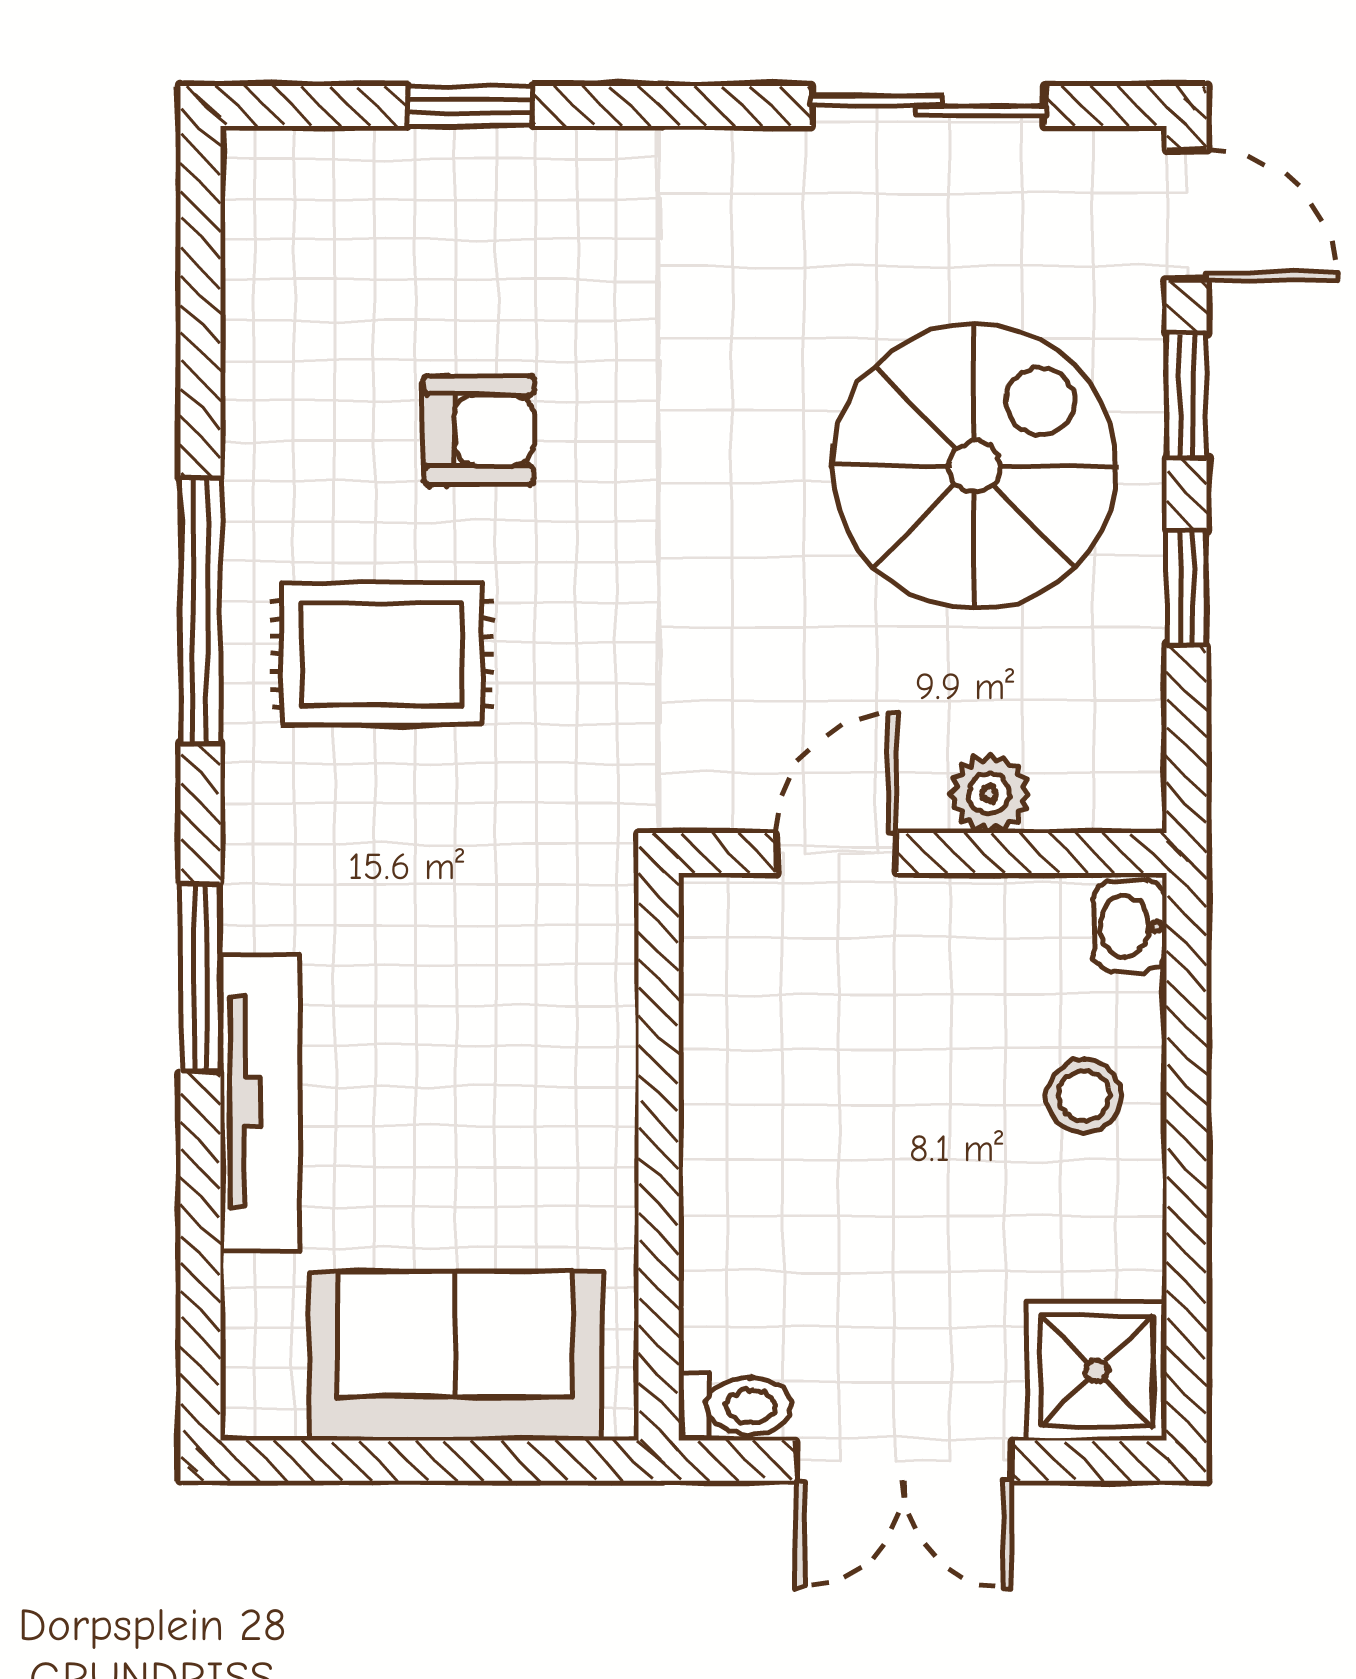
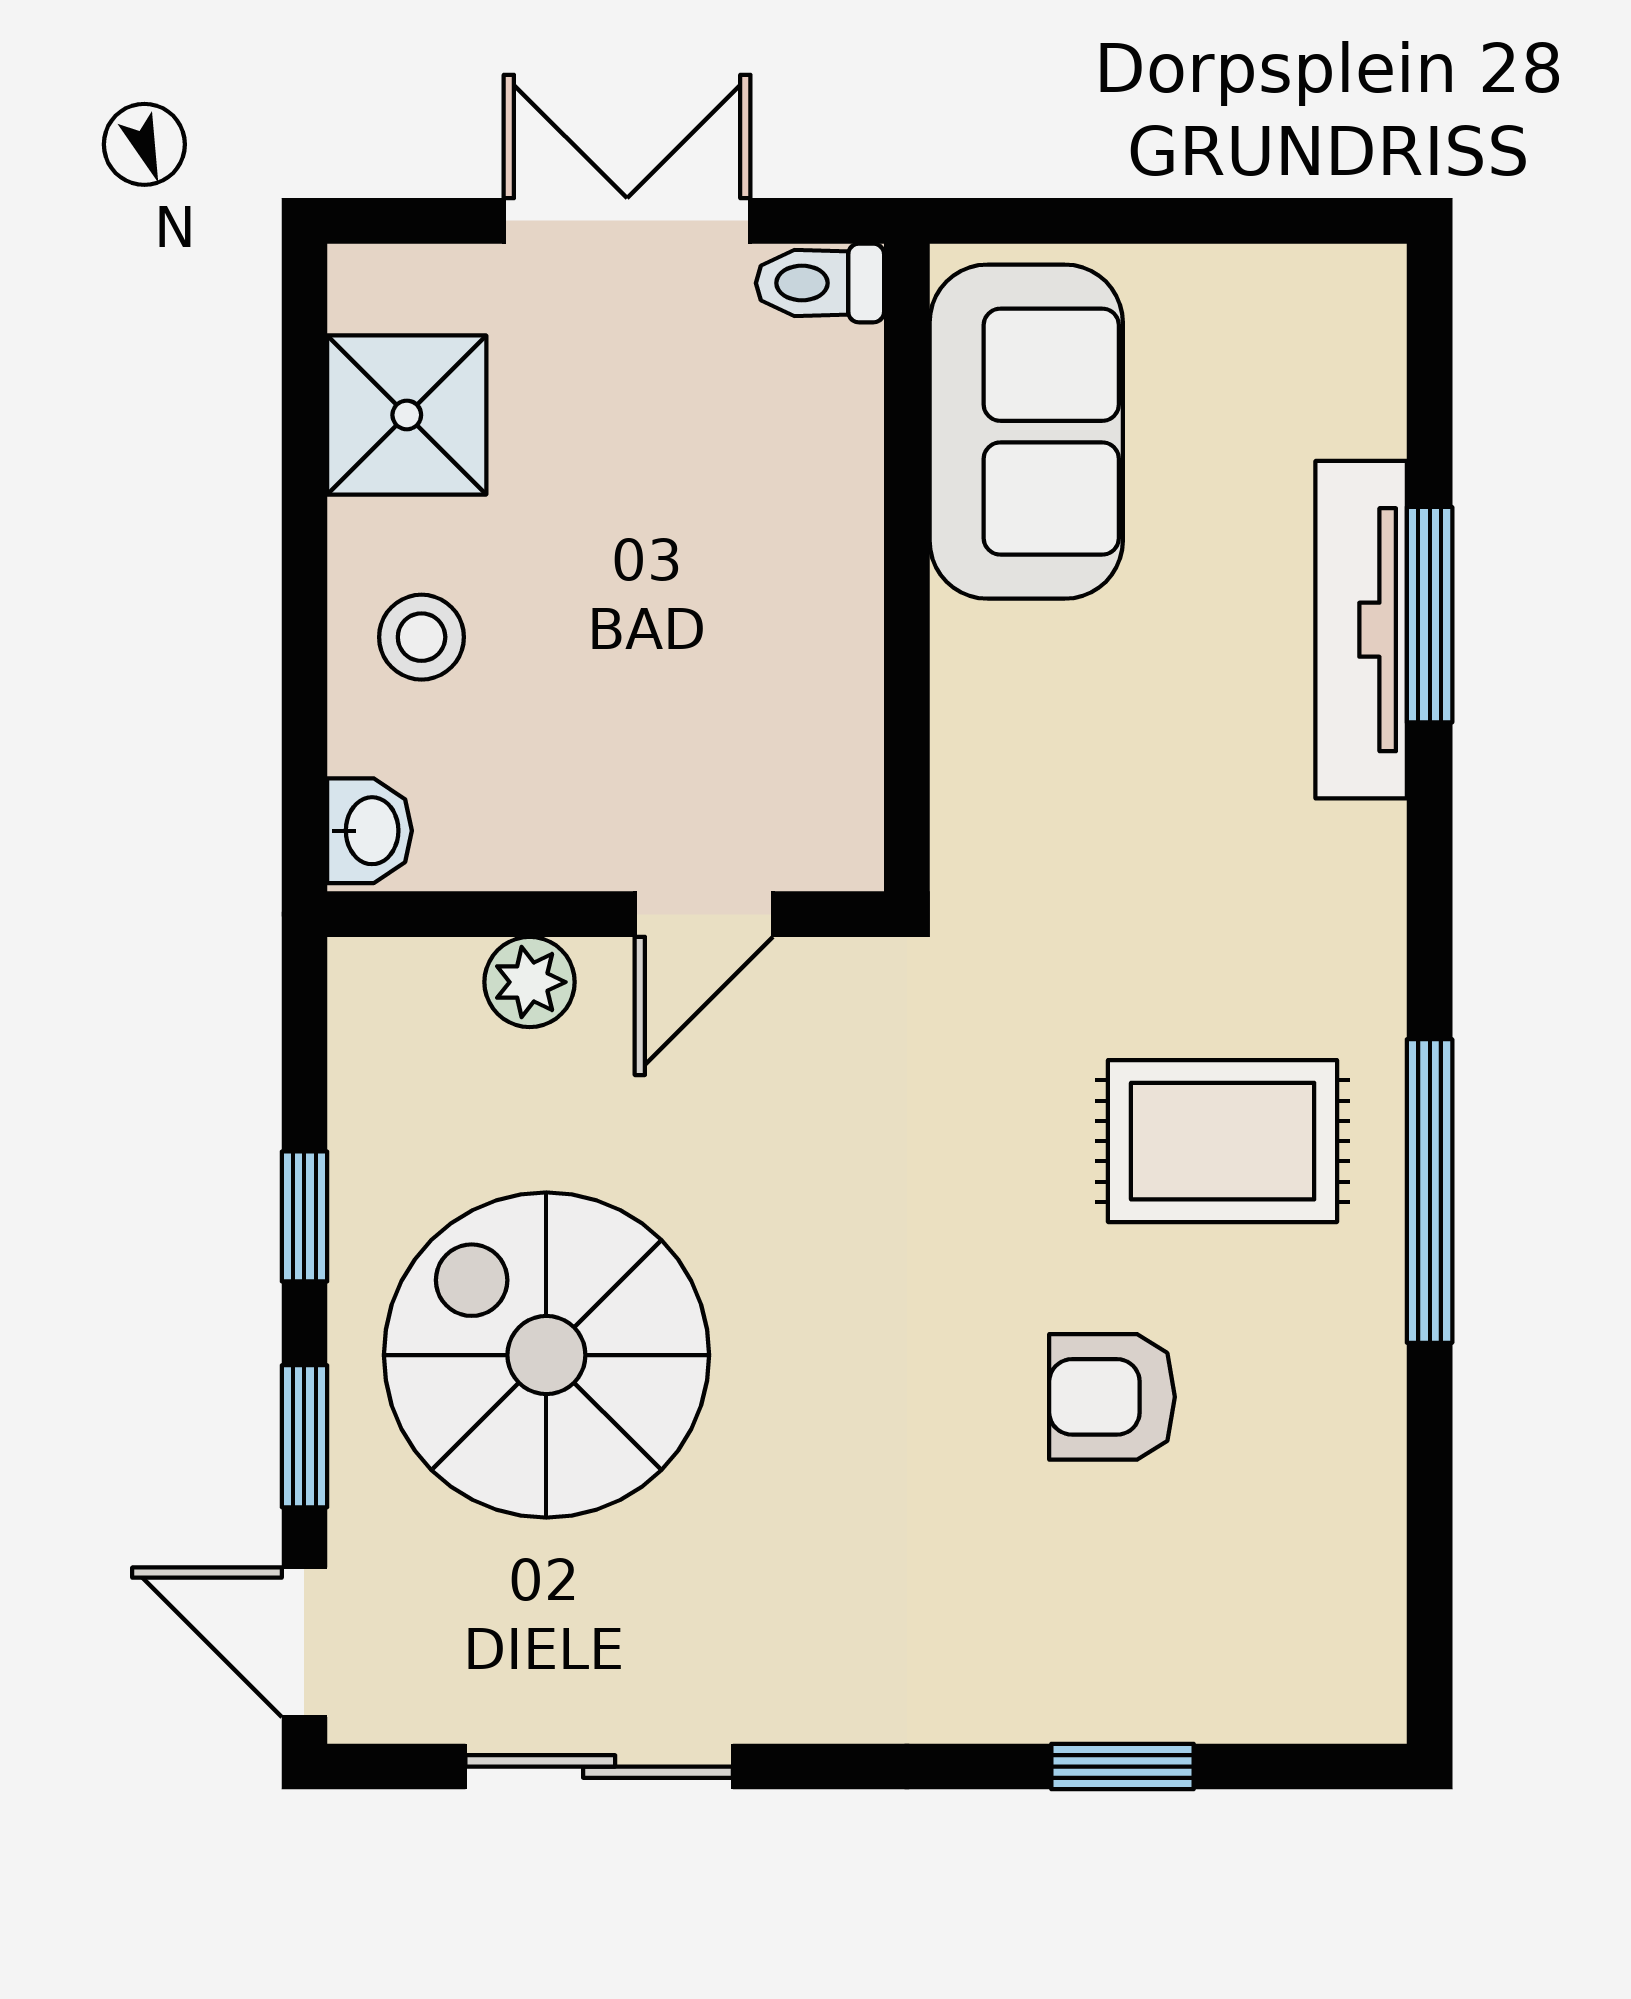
spiral stairs: (975, 467) -> (546, 1355), turned 90
window: (200, 978) -> (1430, 615), moved
sofa: (455, 1356) -> (1026, 432), moved, turned -90
shower: (1097, 1371) -> (407, 415), moved

